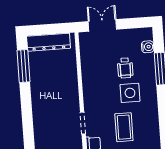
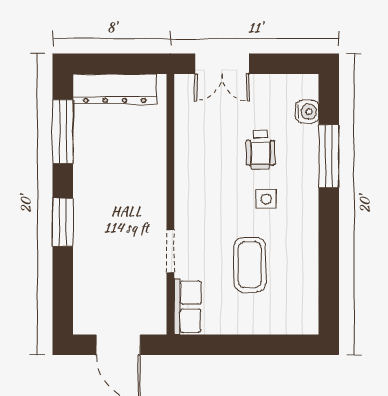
double door: (102, 25) -> (222, 64), swing flipped
side table: (130, 93) -> (266, 199), width x0.54, depth x0.54
window: (27, 112) -> (63, 222), added

